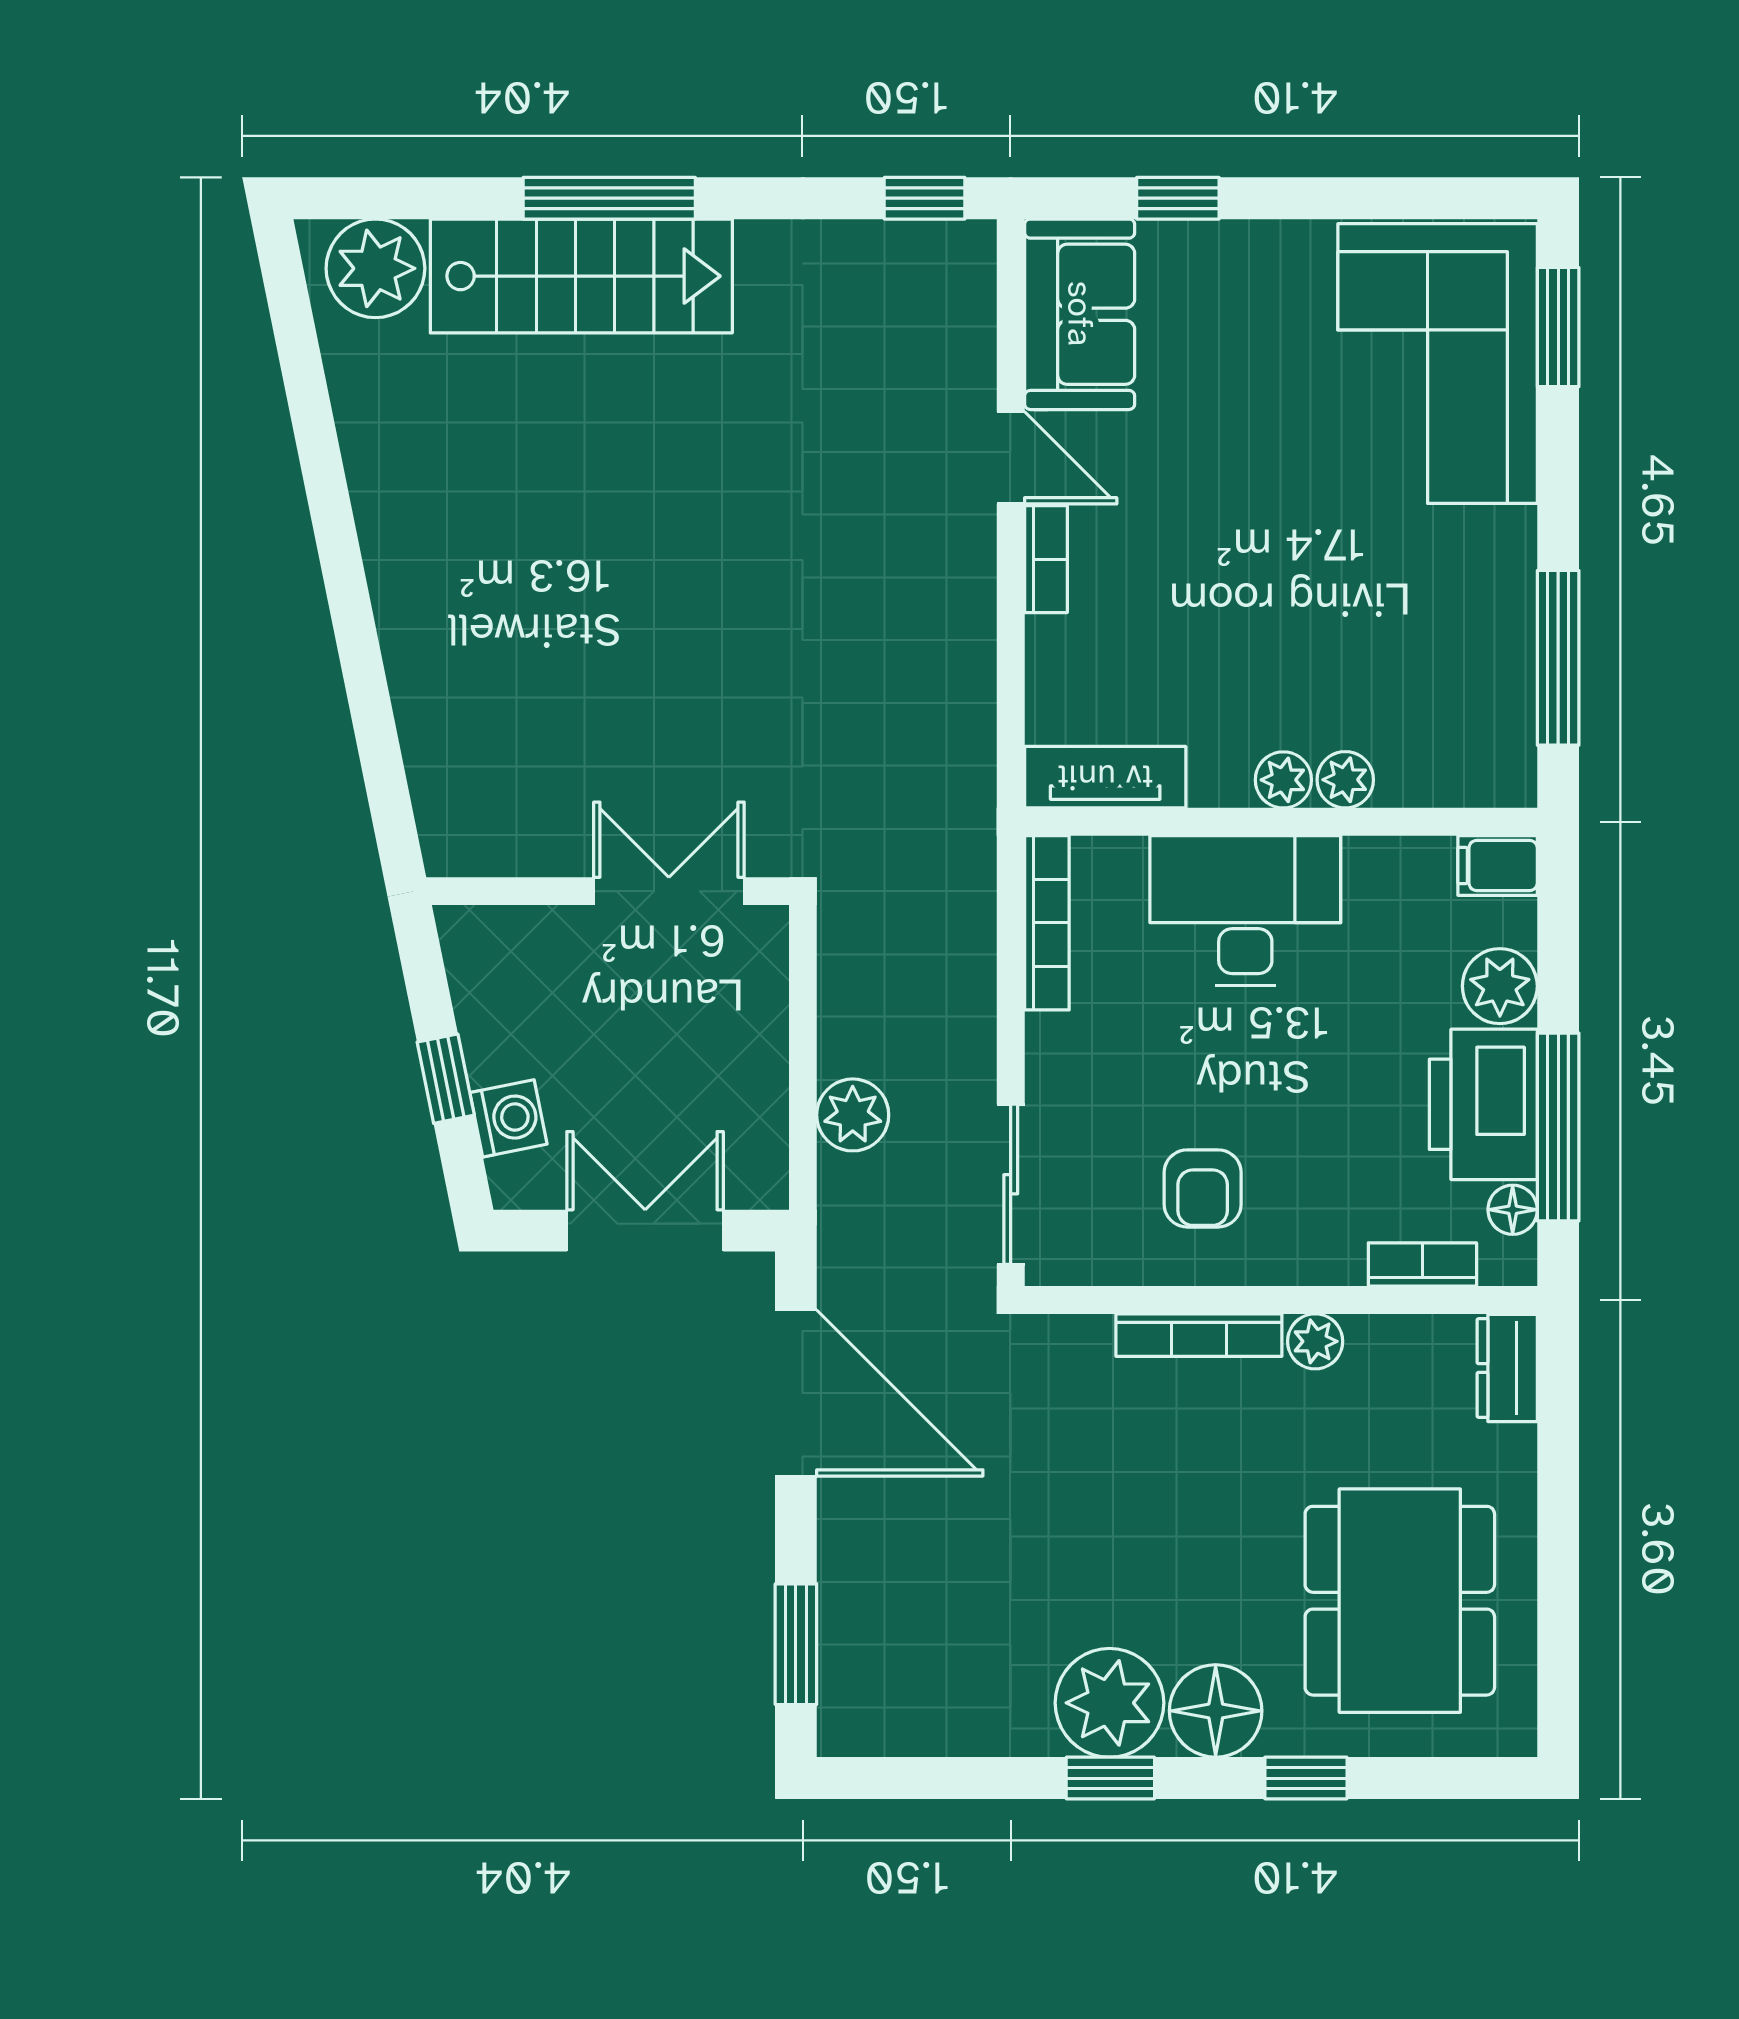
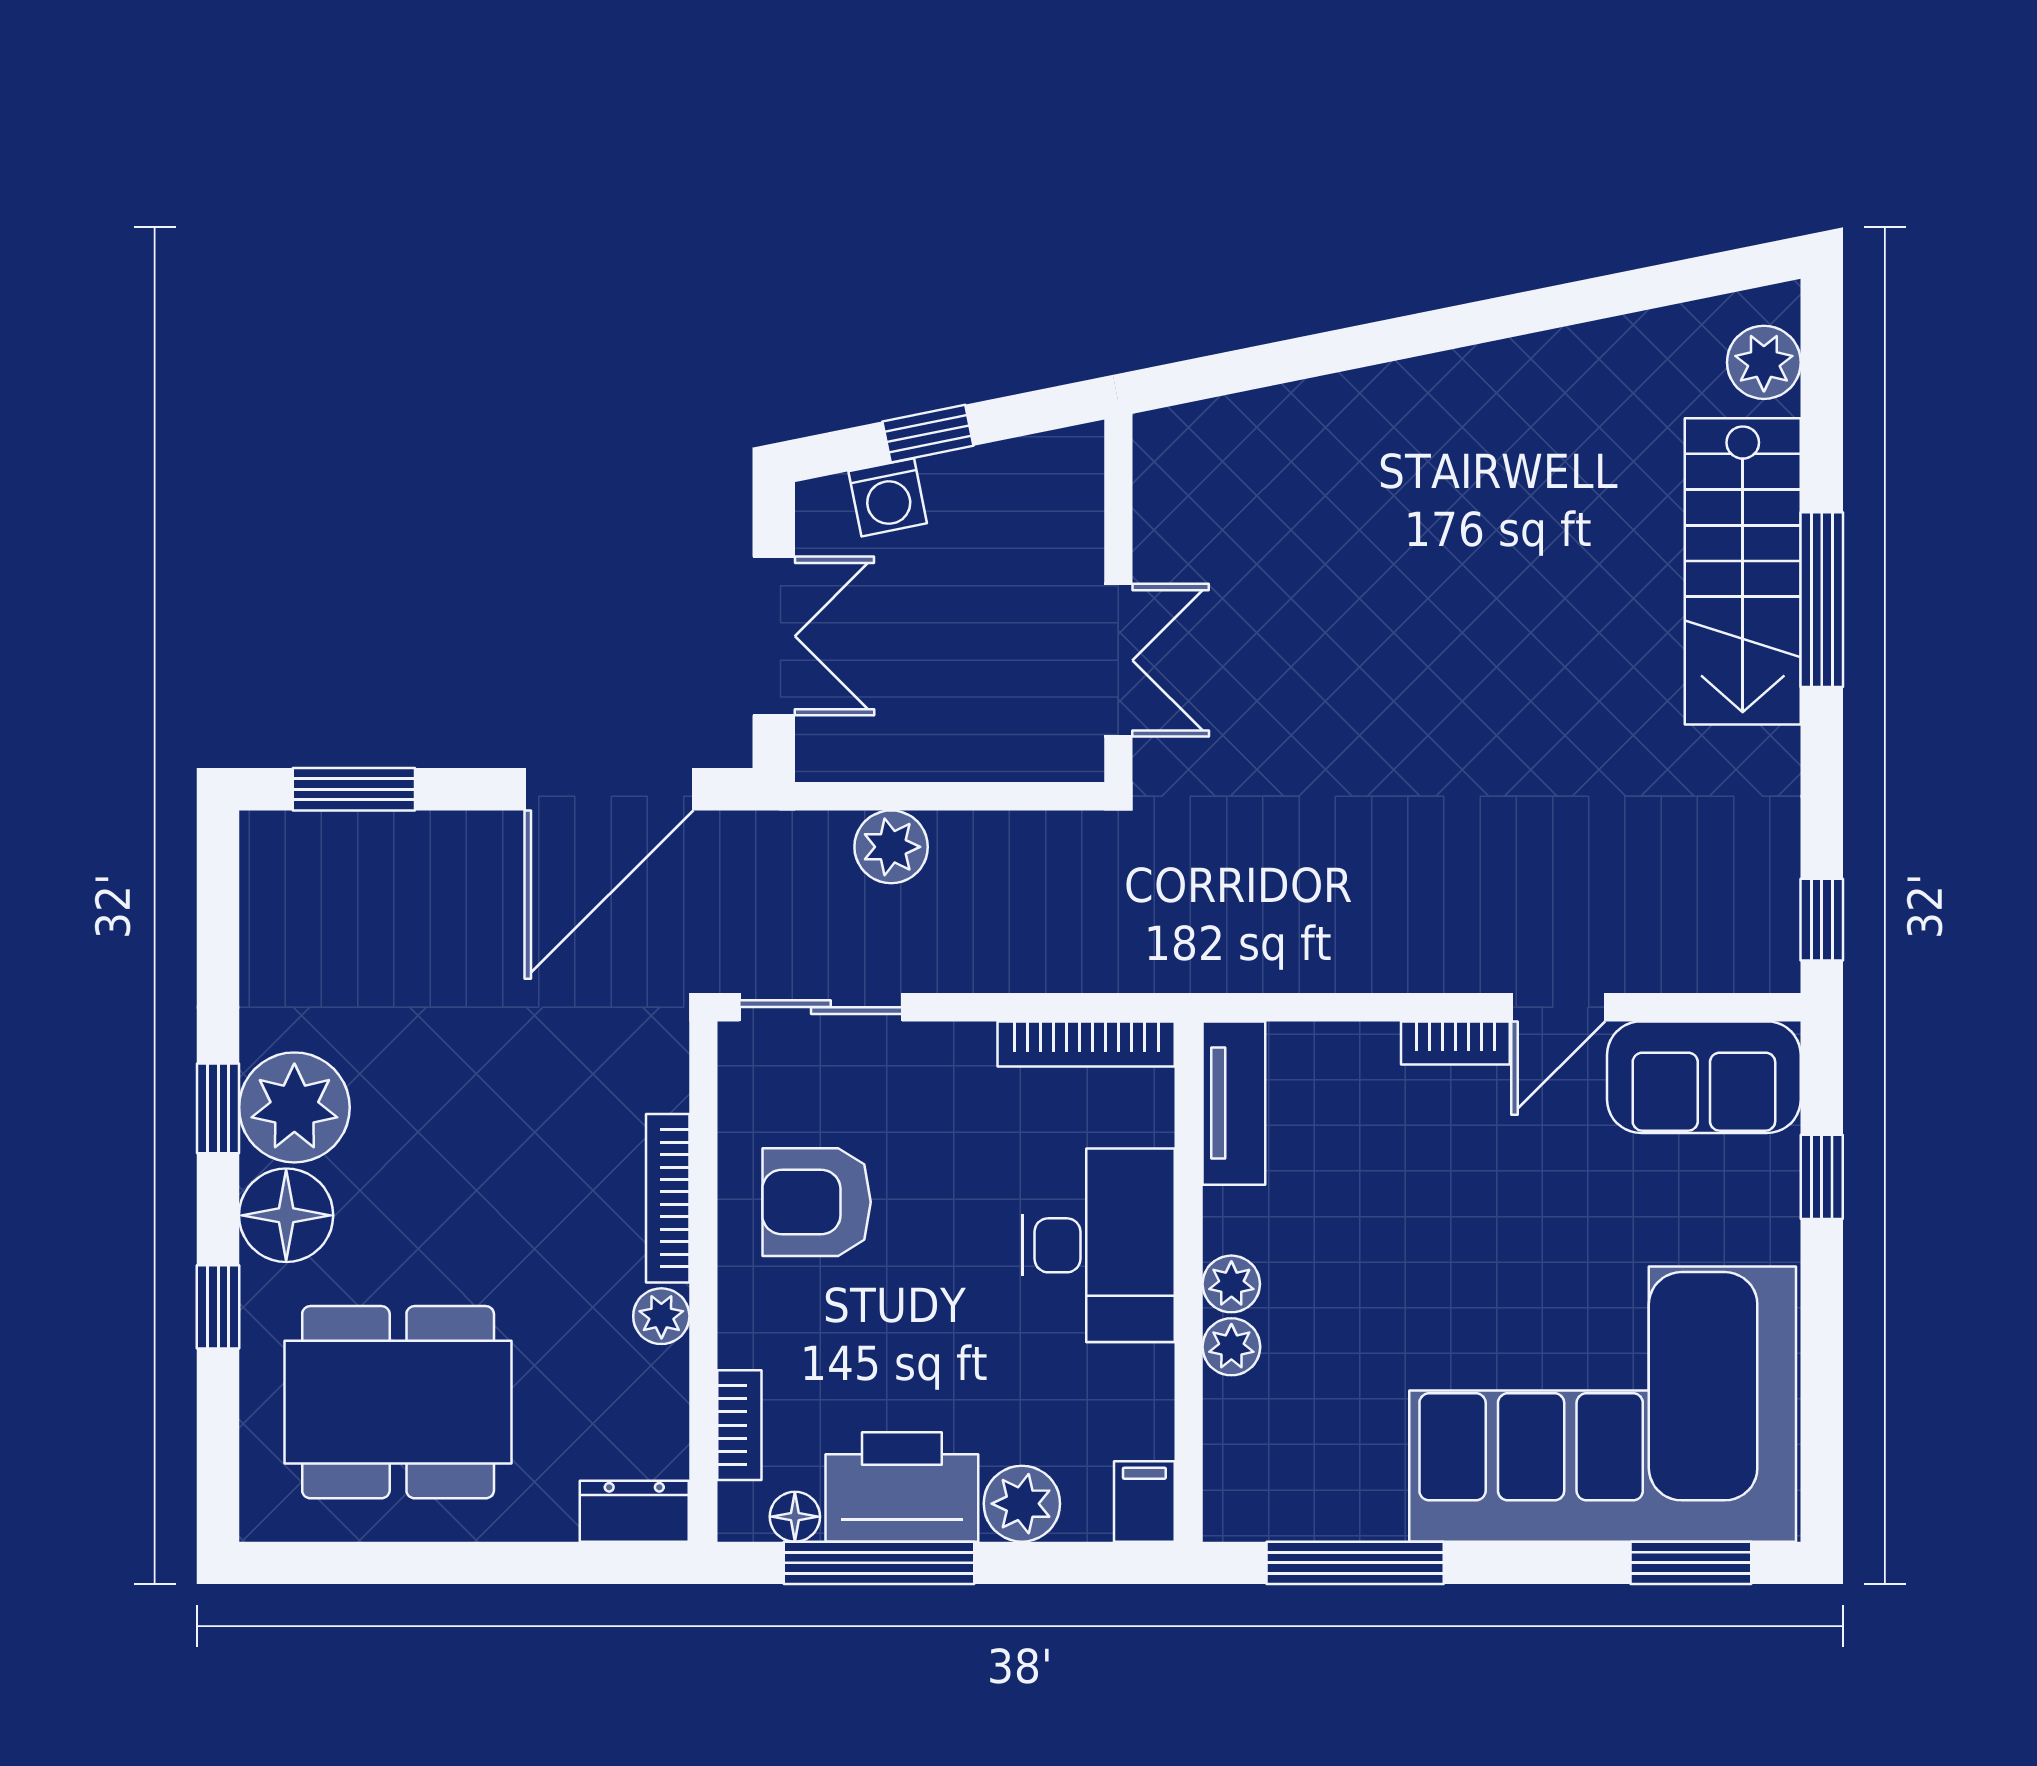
plant: (375, 268) -> (1764, 362), width x0.73, depth x0.73
corner sofa: (1438, 363) -> (1603, 1404), width x1.36, depth x1.36
armchair: (1203, 1188) -> (817, 1202), width x1.38, depth x1.38

